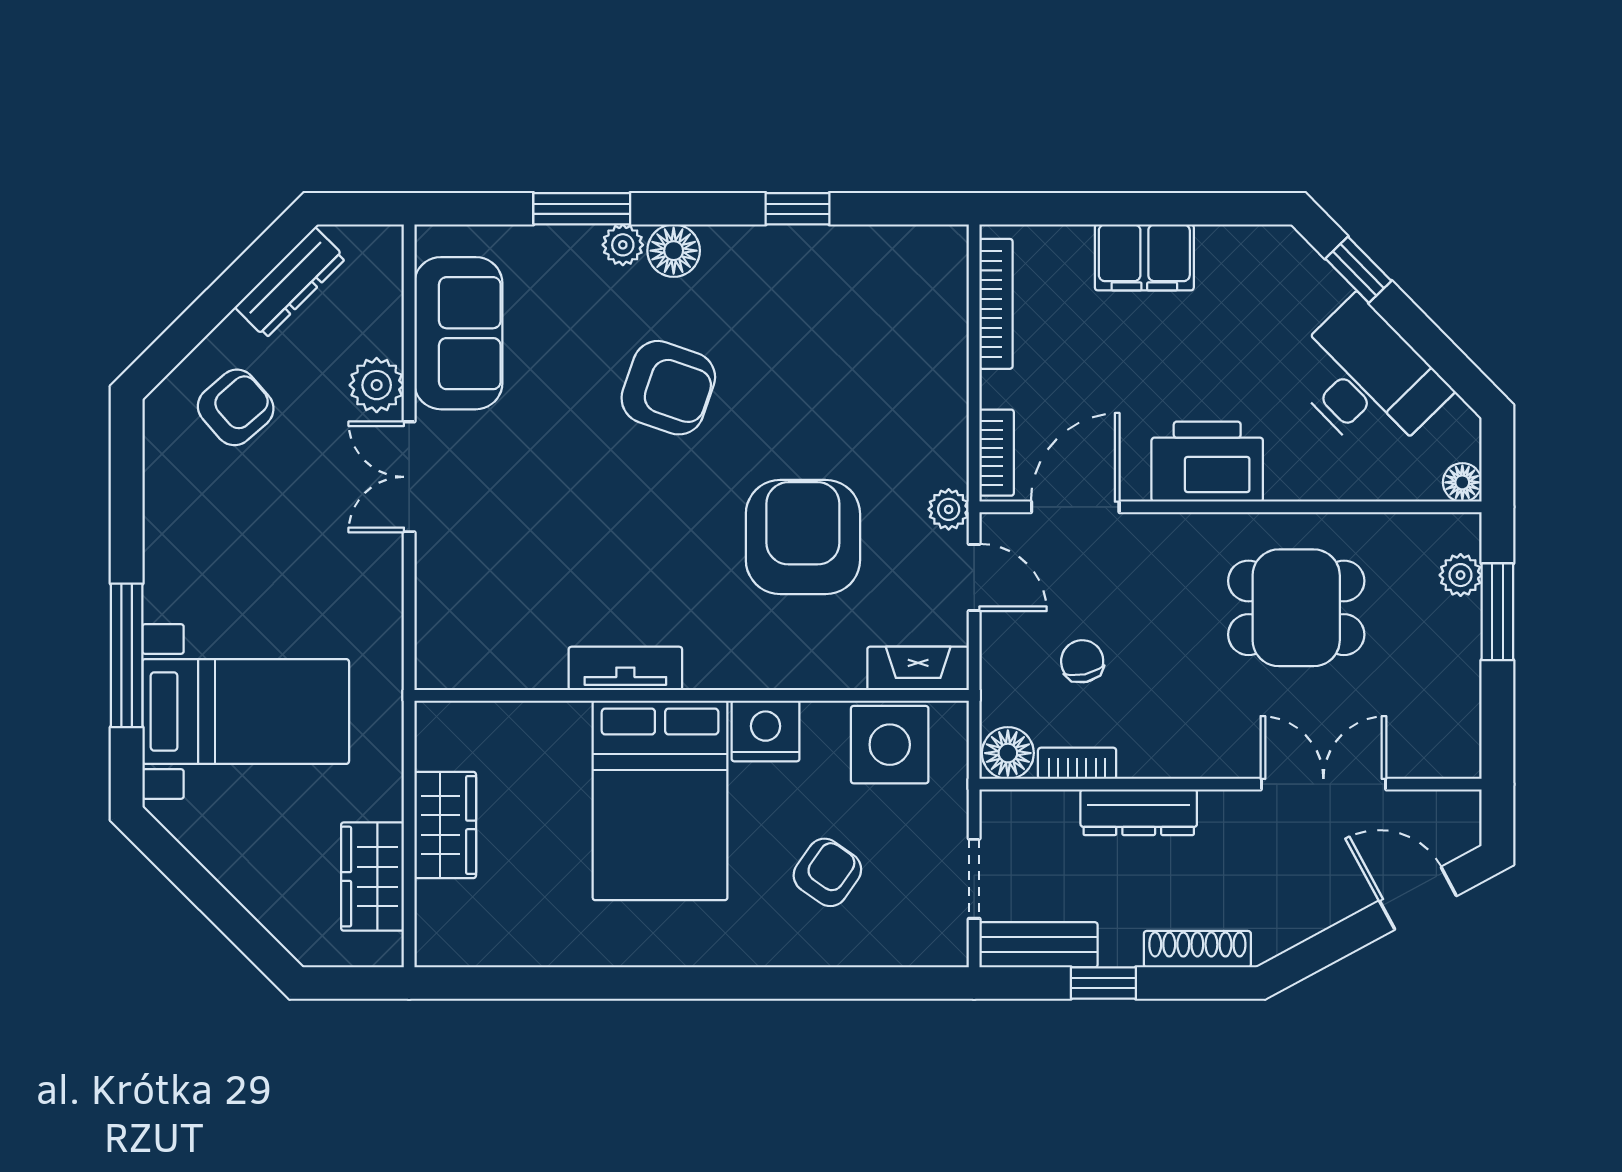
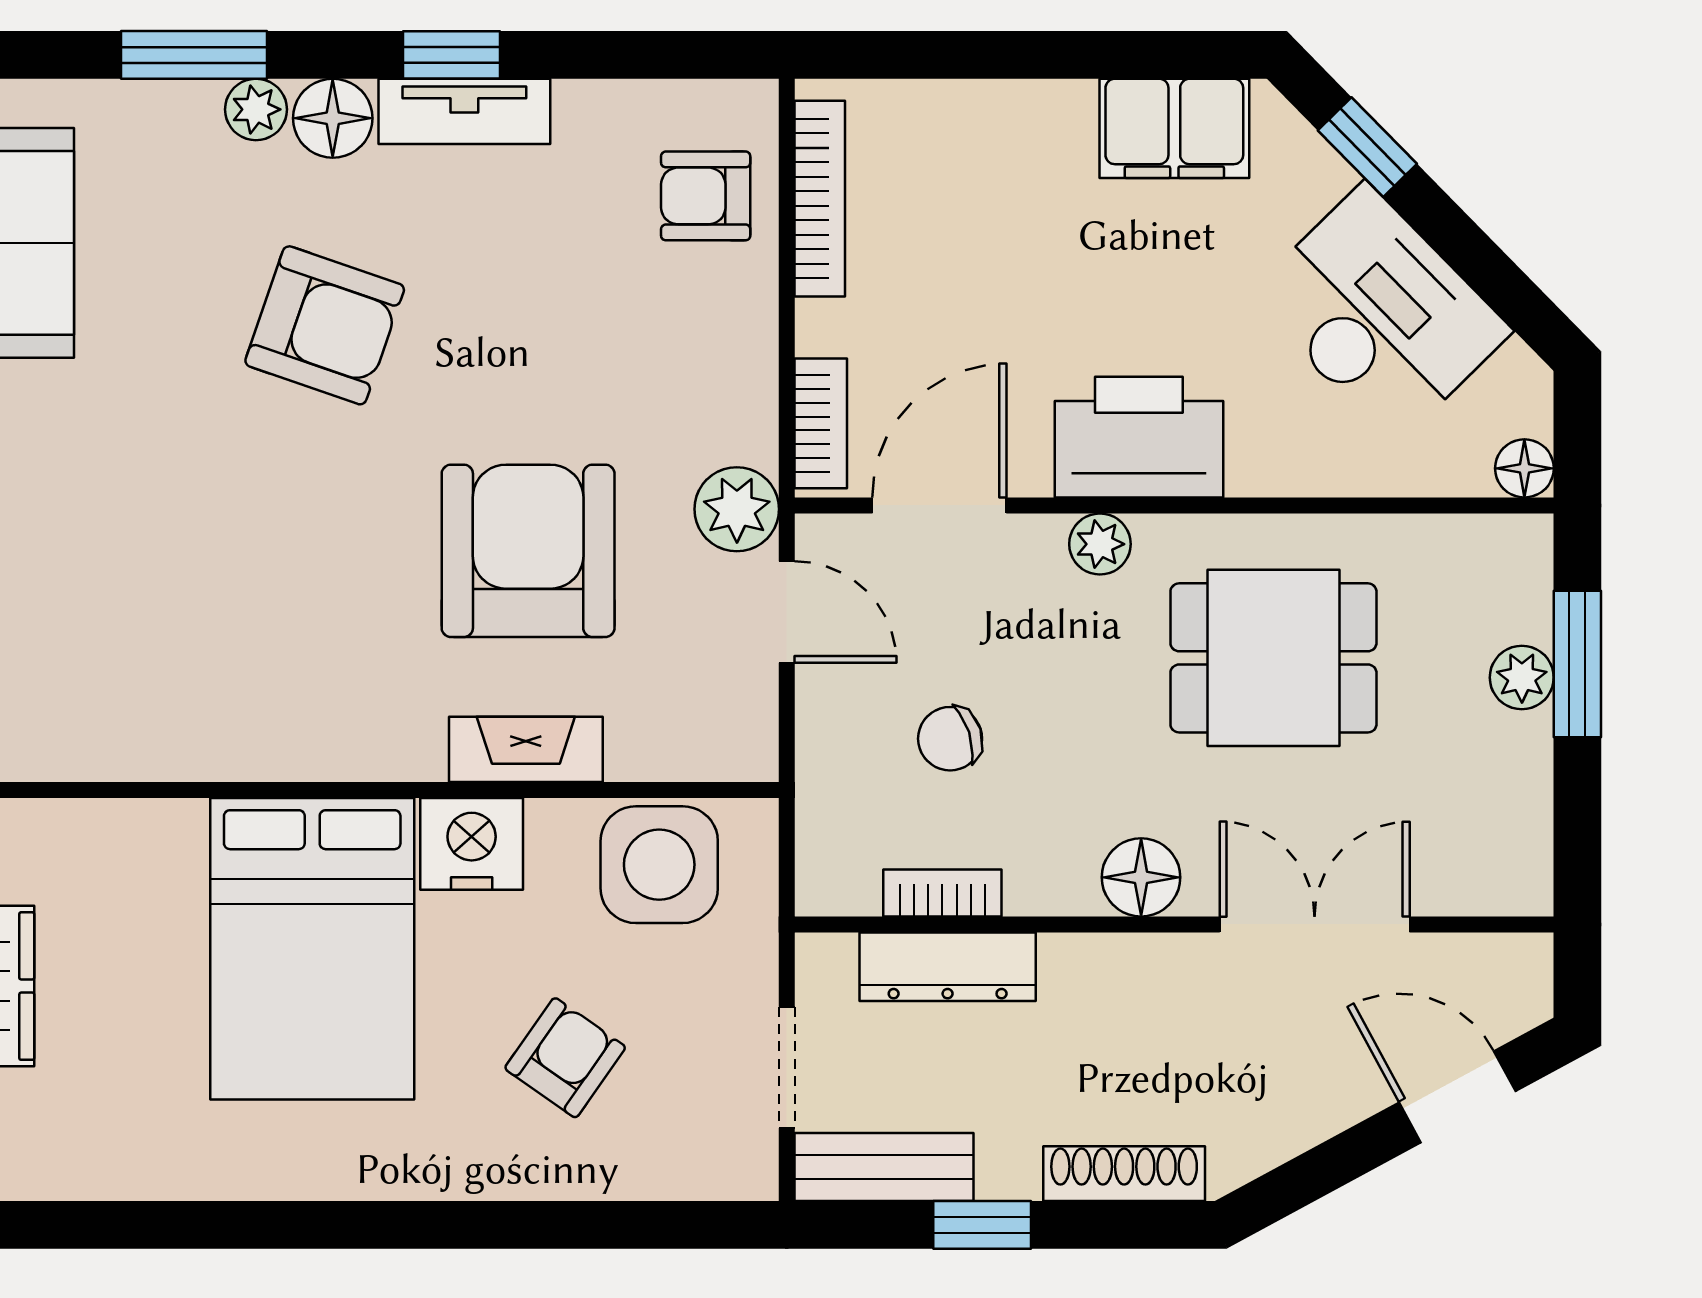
window: (798, 209) -> (451, 55), moved
filing cabinet: (1144, 257) -> (1174, 128), moved
armchair: (920, 302) -> (706, 196), added
plant: (949, 509) -> (737, 509), width x1.38, depth x1.38
plant: (1181, 532) -> (1100, 544), added
plant: (1461, 575) -> (1522, 678), moved
chair: (1082, 661) -> (950, 739), turned -96
tv unit: (625, 668) -> (464, 111), moved, turned 180
fireplace: (918, 668) -> (526, 749), moved
floor lamp: (1008, 753) -> (1141, 877), moved
dresser: (1139, 812) -> (948, 967), moved

